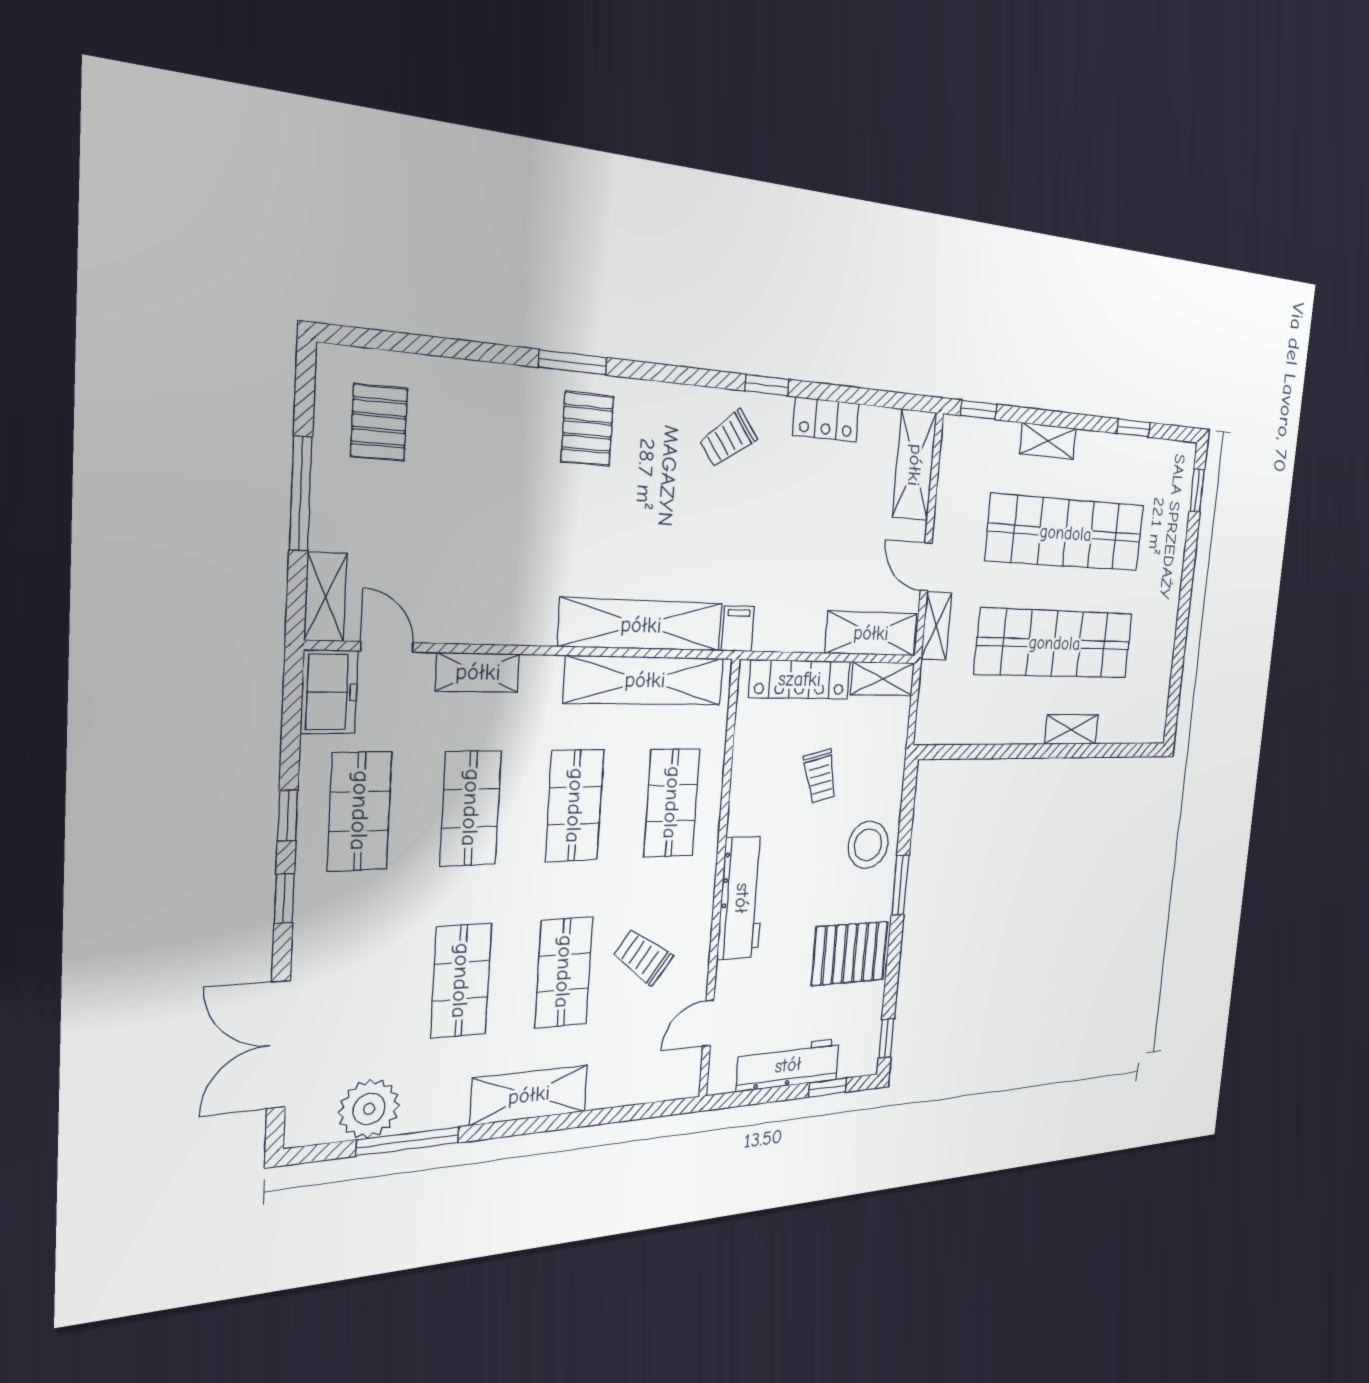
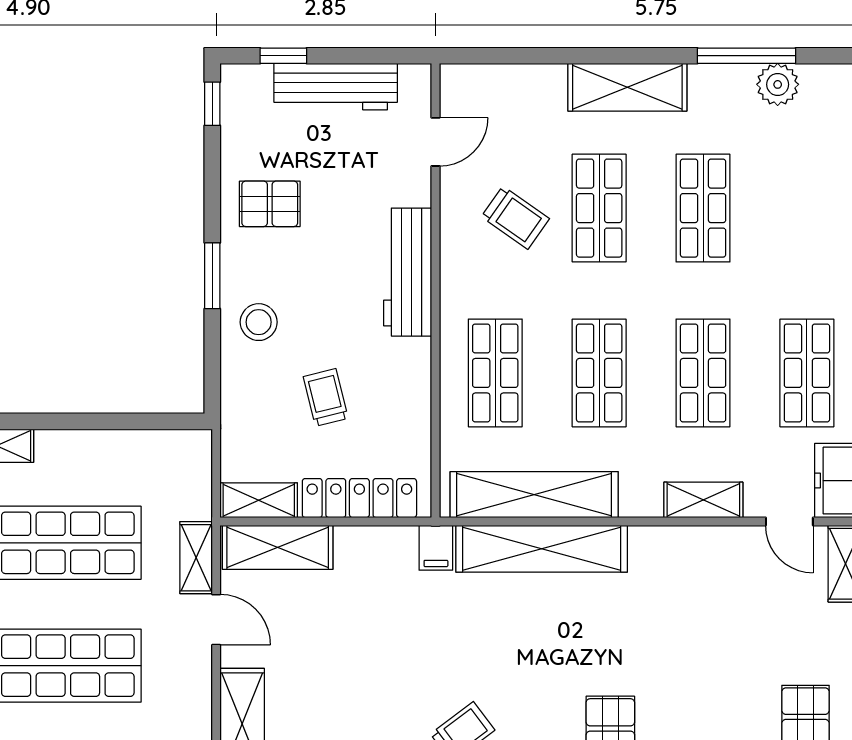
stool: (868, 845) -> (259, 322), width x0.73, depth x0.73
pallet: (850, 953) -> (270, 204), width x0.67, depth x0.71
plant: (369, 1109) -> (778, 84), width x0.73, depth x0.73

